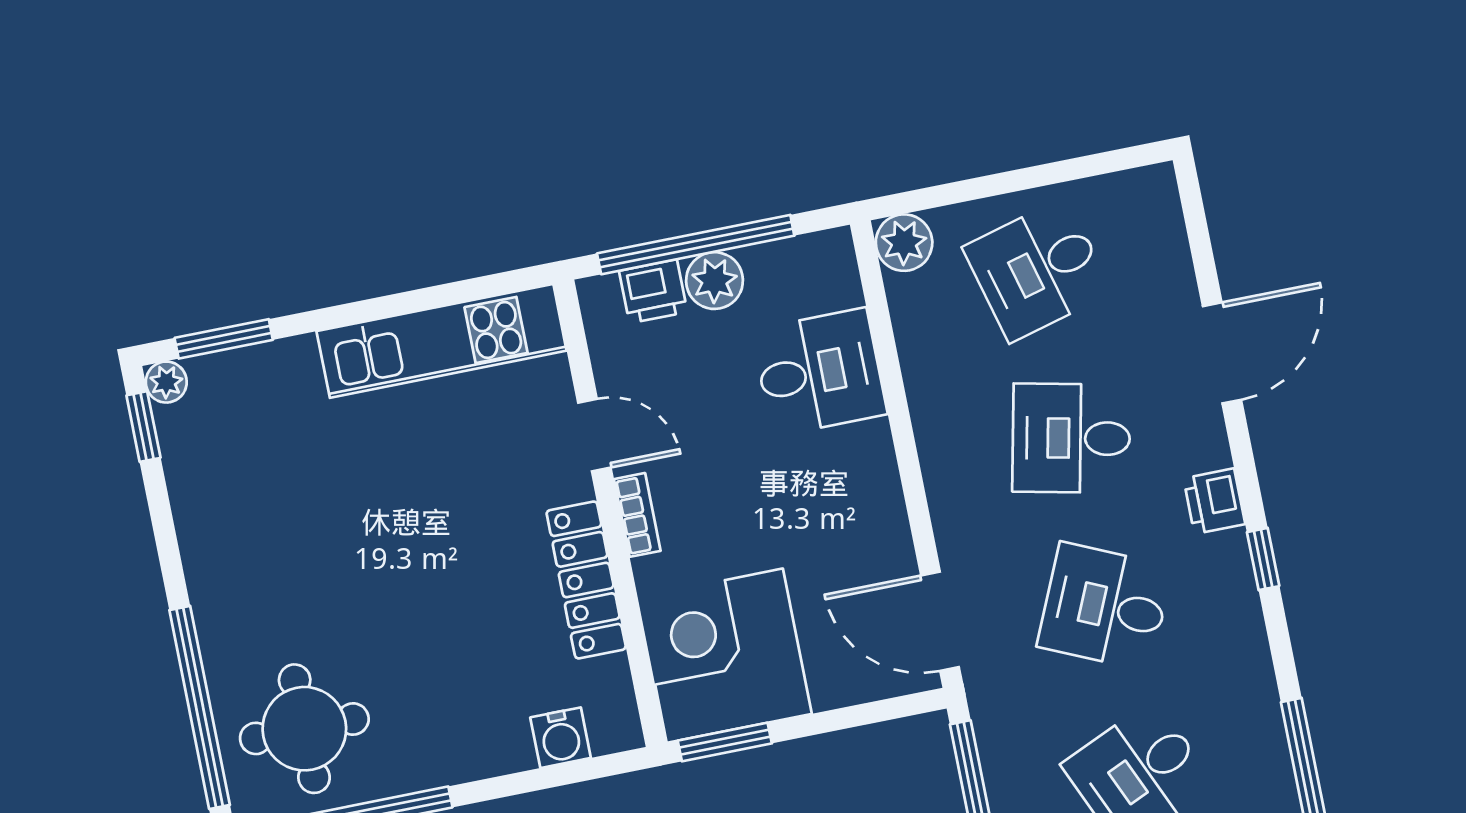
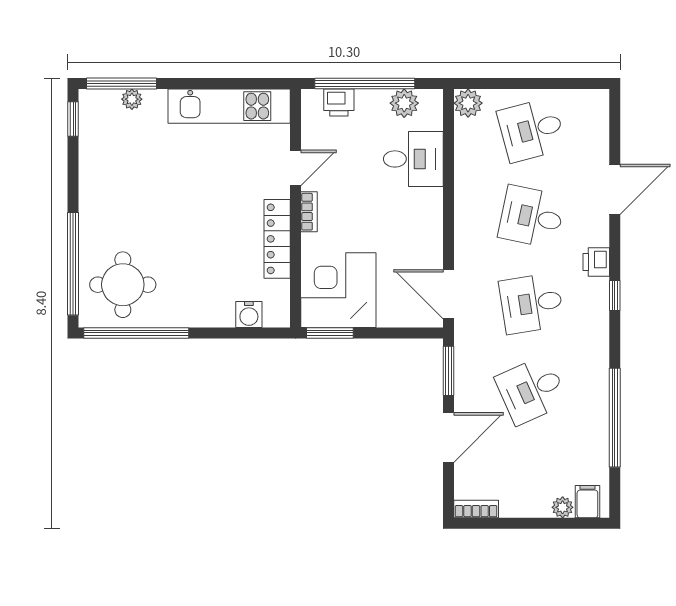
plant: (715, 281) -> (404, 103), moved
window: (224, 339) -> (121, 84), width x1.44
plant: (166, 382) -> (132, 99), moved
door: (594, 435) -> (296, 168), hinge flipped
desk: (1105, 607) -> (532, 303), turned -33

